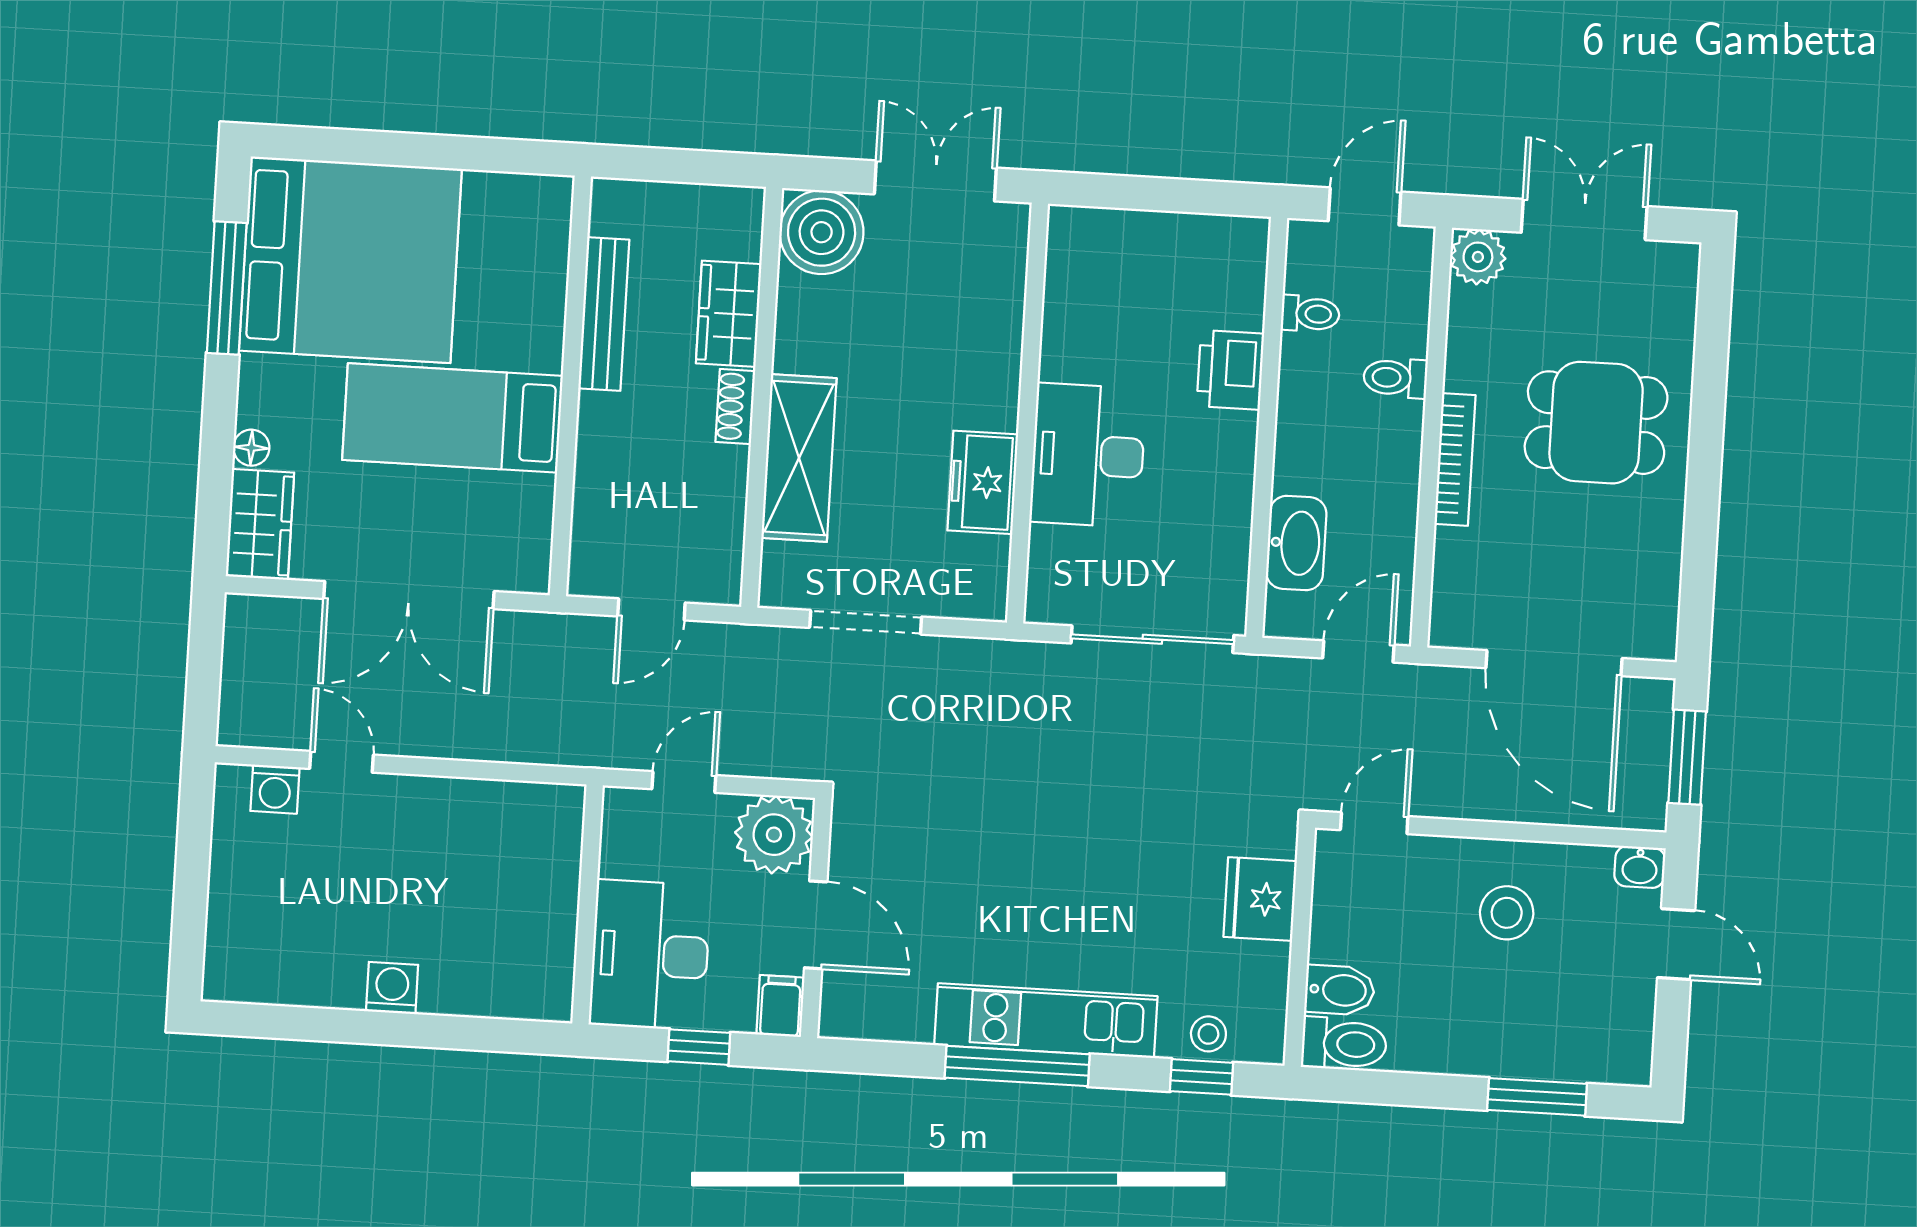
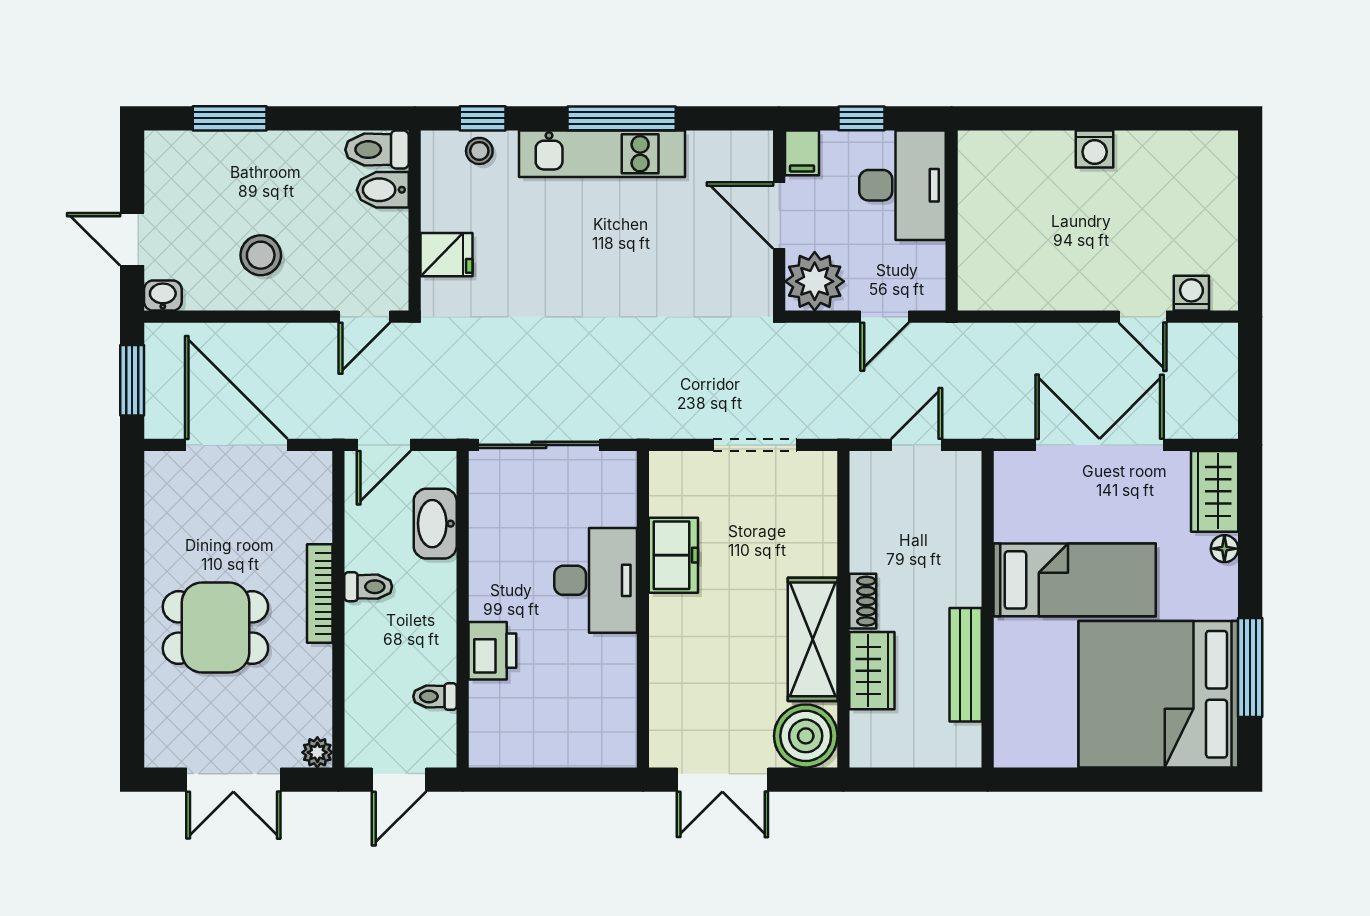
plant: (1478, 257) -> (317, 752), width x0.73, depth x0.73
toilet: (1395, 378) -> (368, 587), moved
shelving: (799, 458) -> (813, 639), moved
fridge: (1260, 899) -> (446, 255), width x0.72

